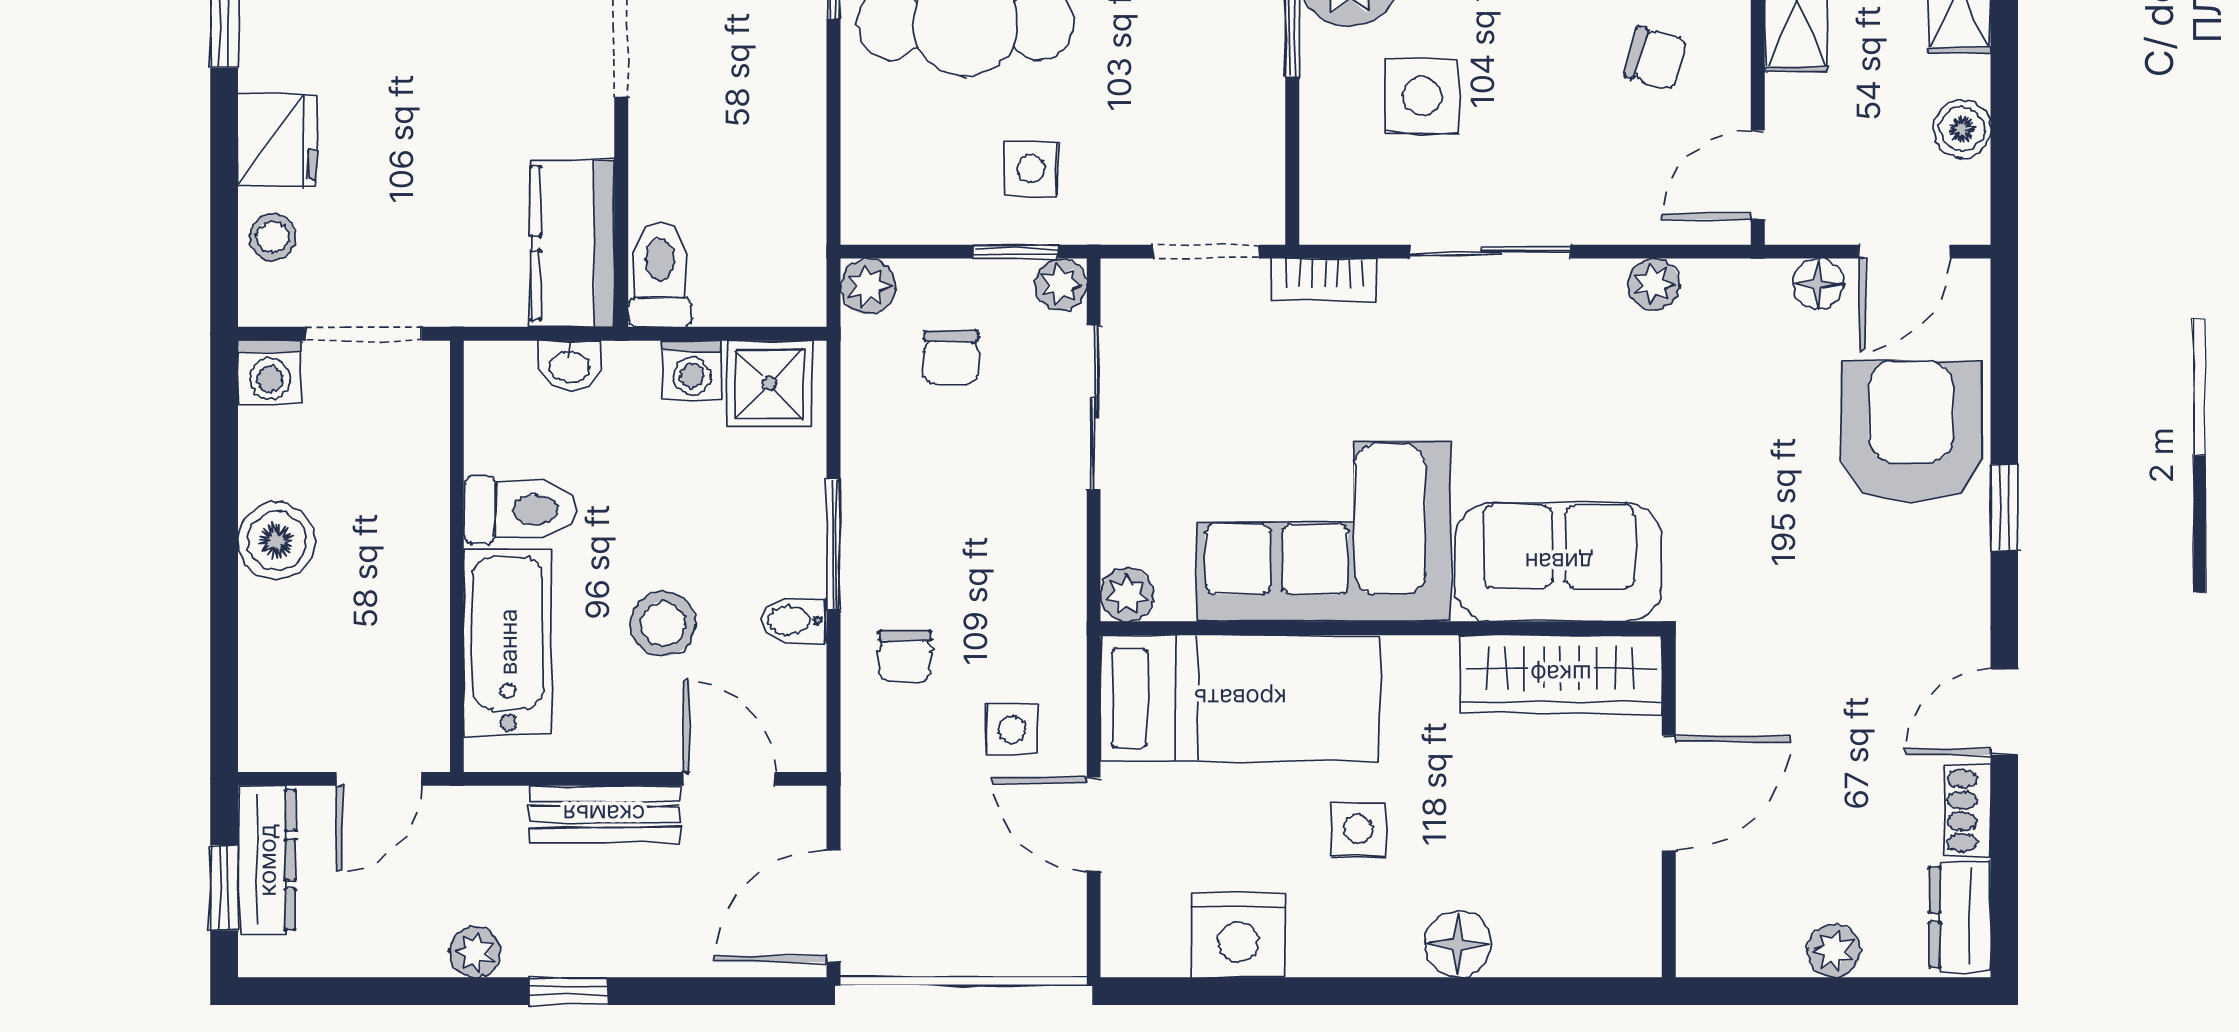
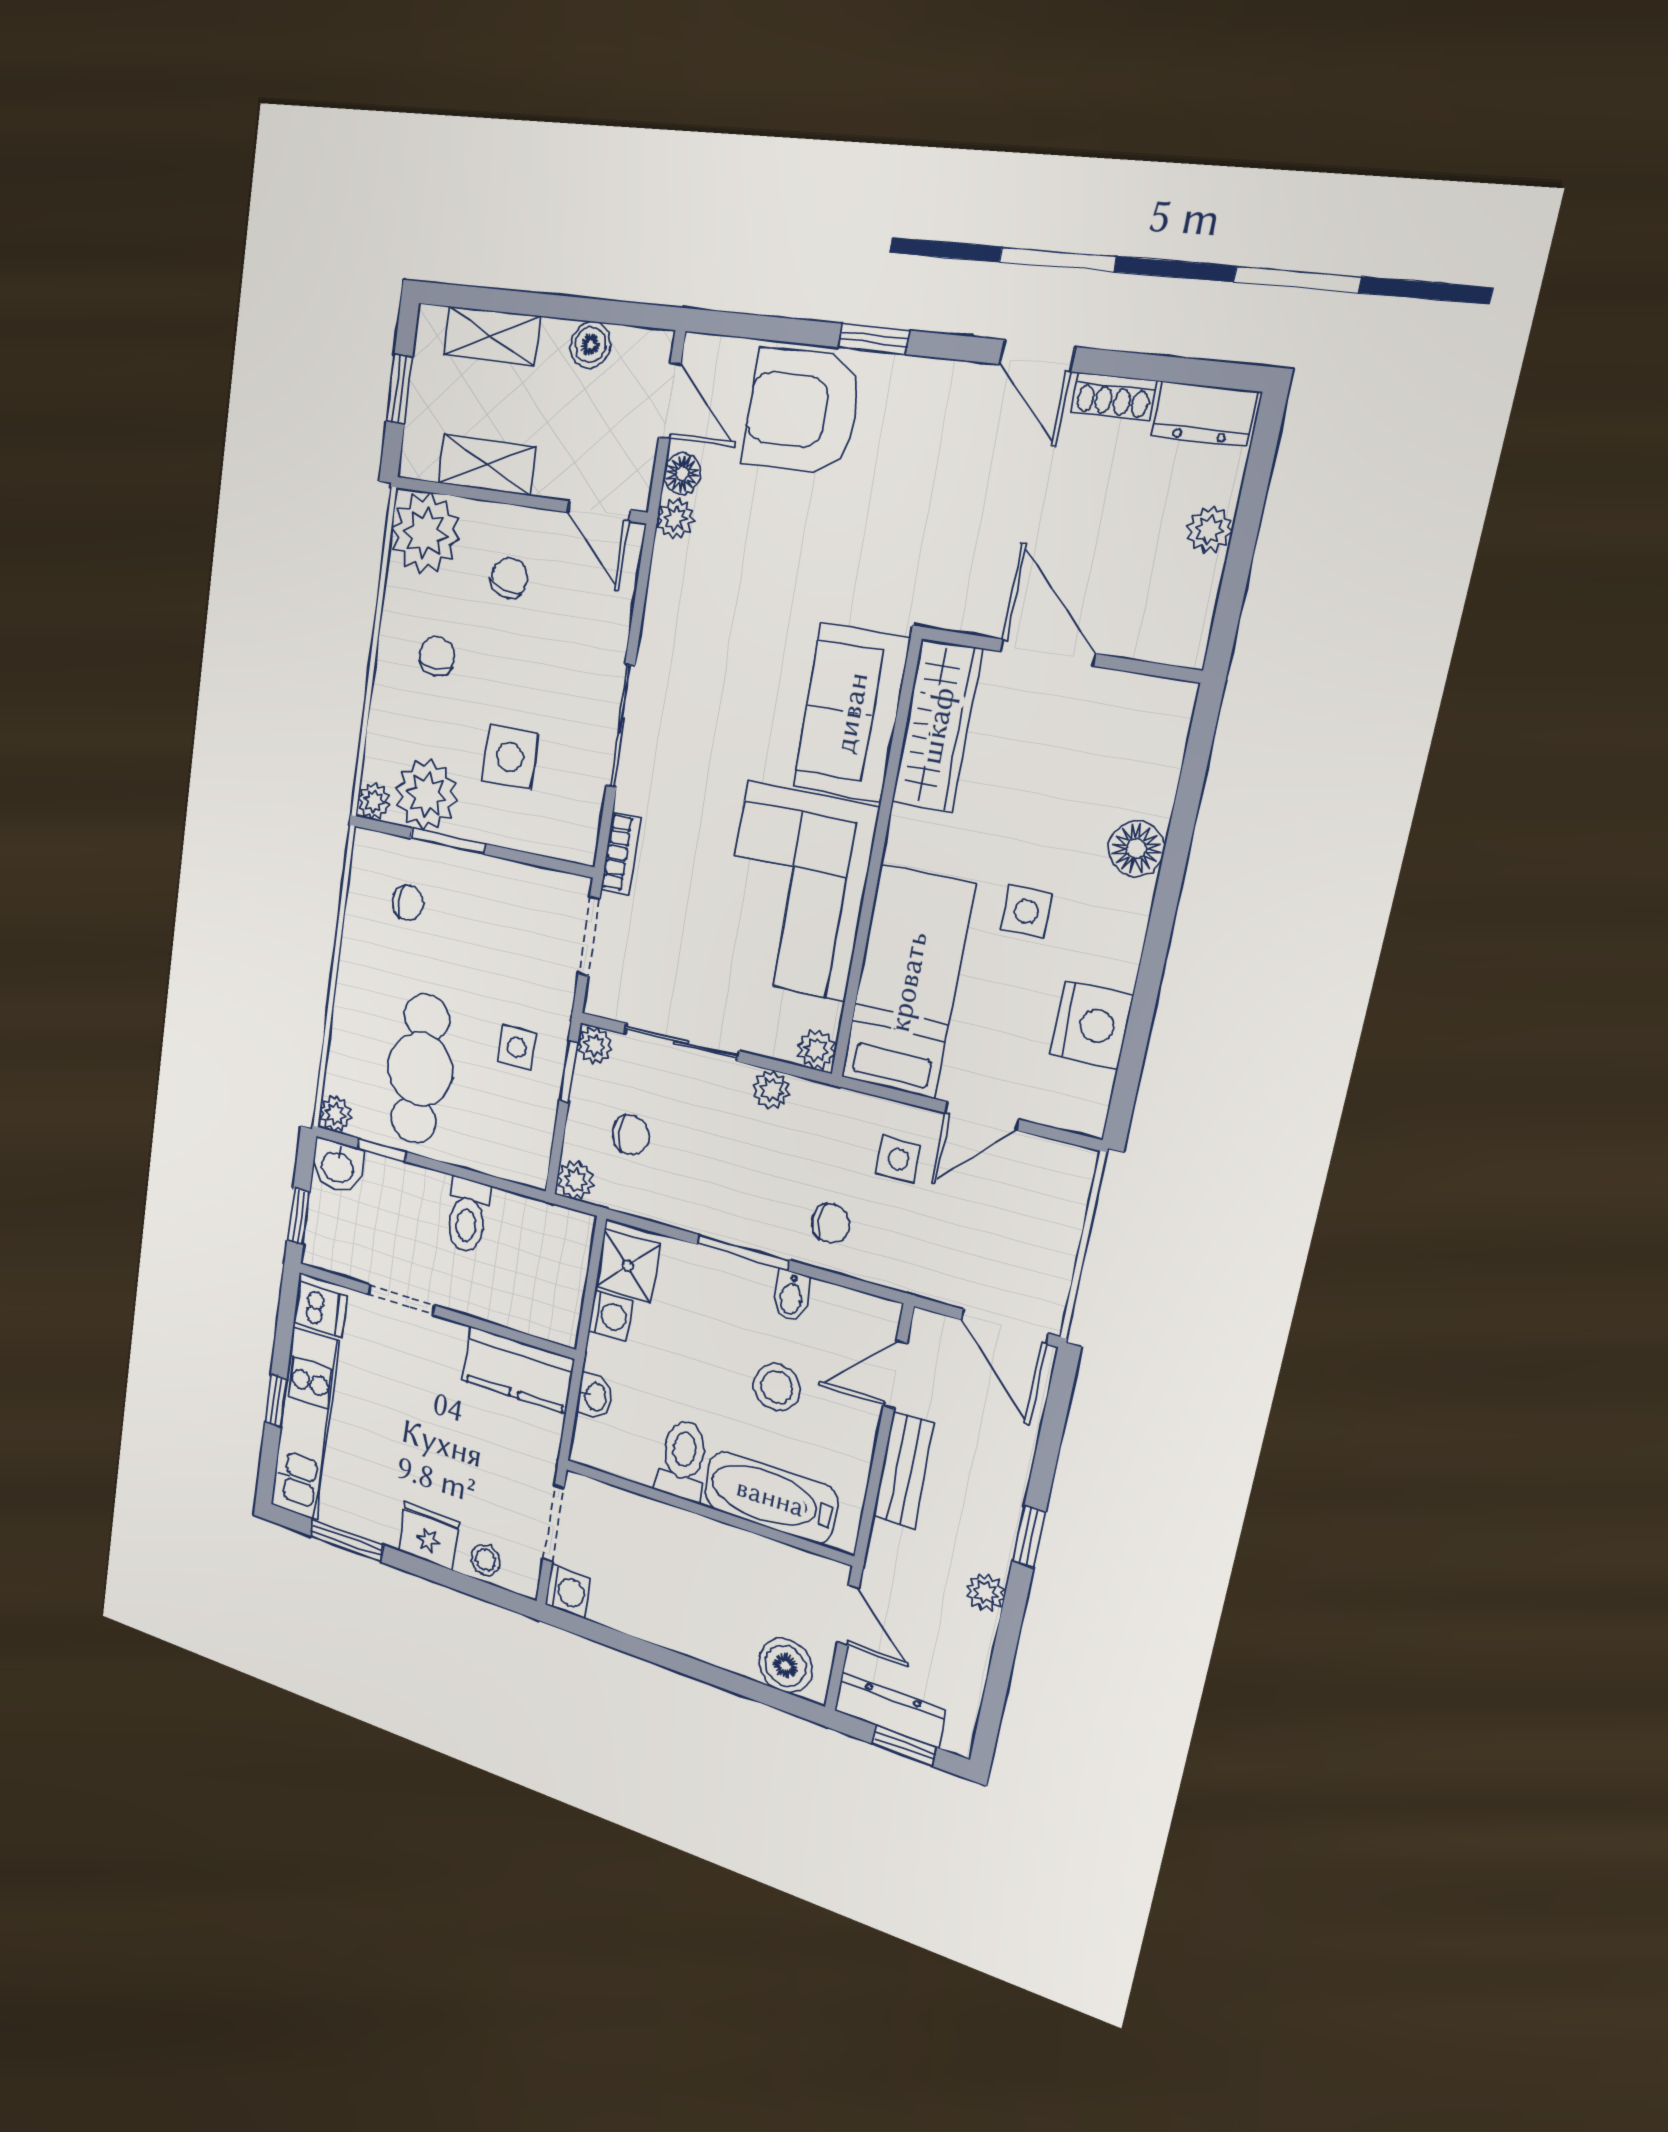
toilet: (660, 274) -> (467, 1216), moved, turned -90
plant: (1654, 284) -> (675, 519), moved
boiler: (276, 541) -> (785, 1666), moved
plant: (1060, 544) -> (771, 1090), added

